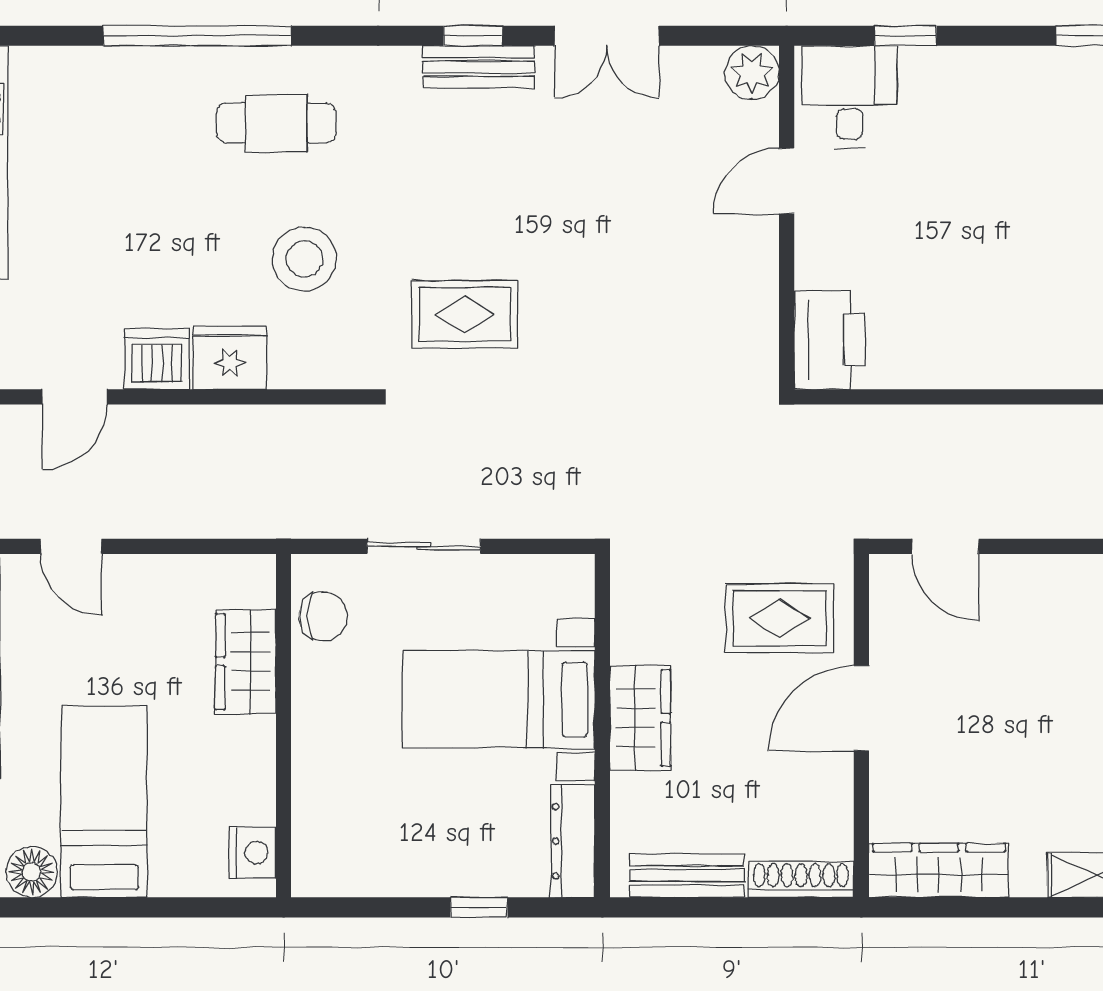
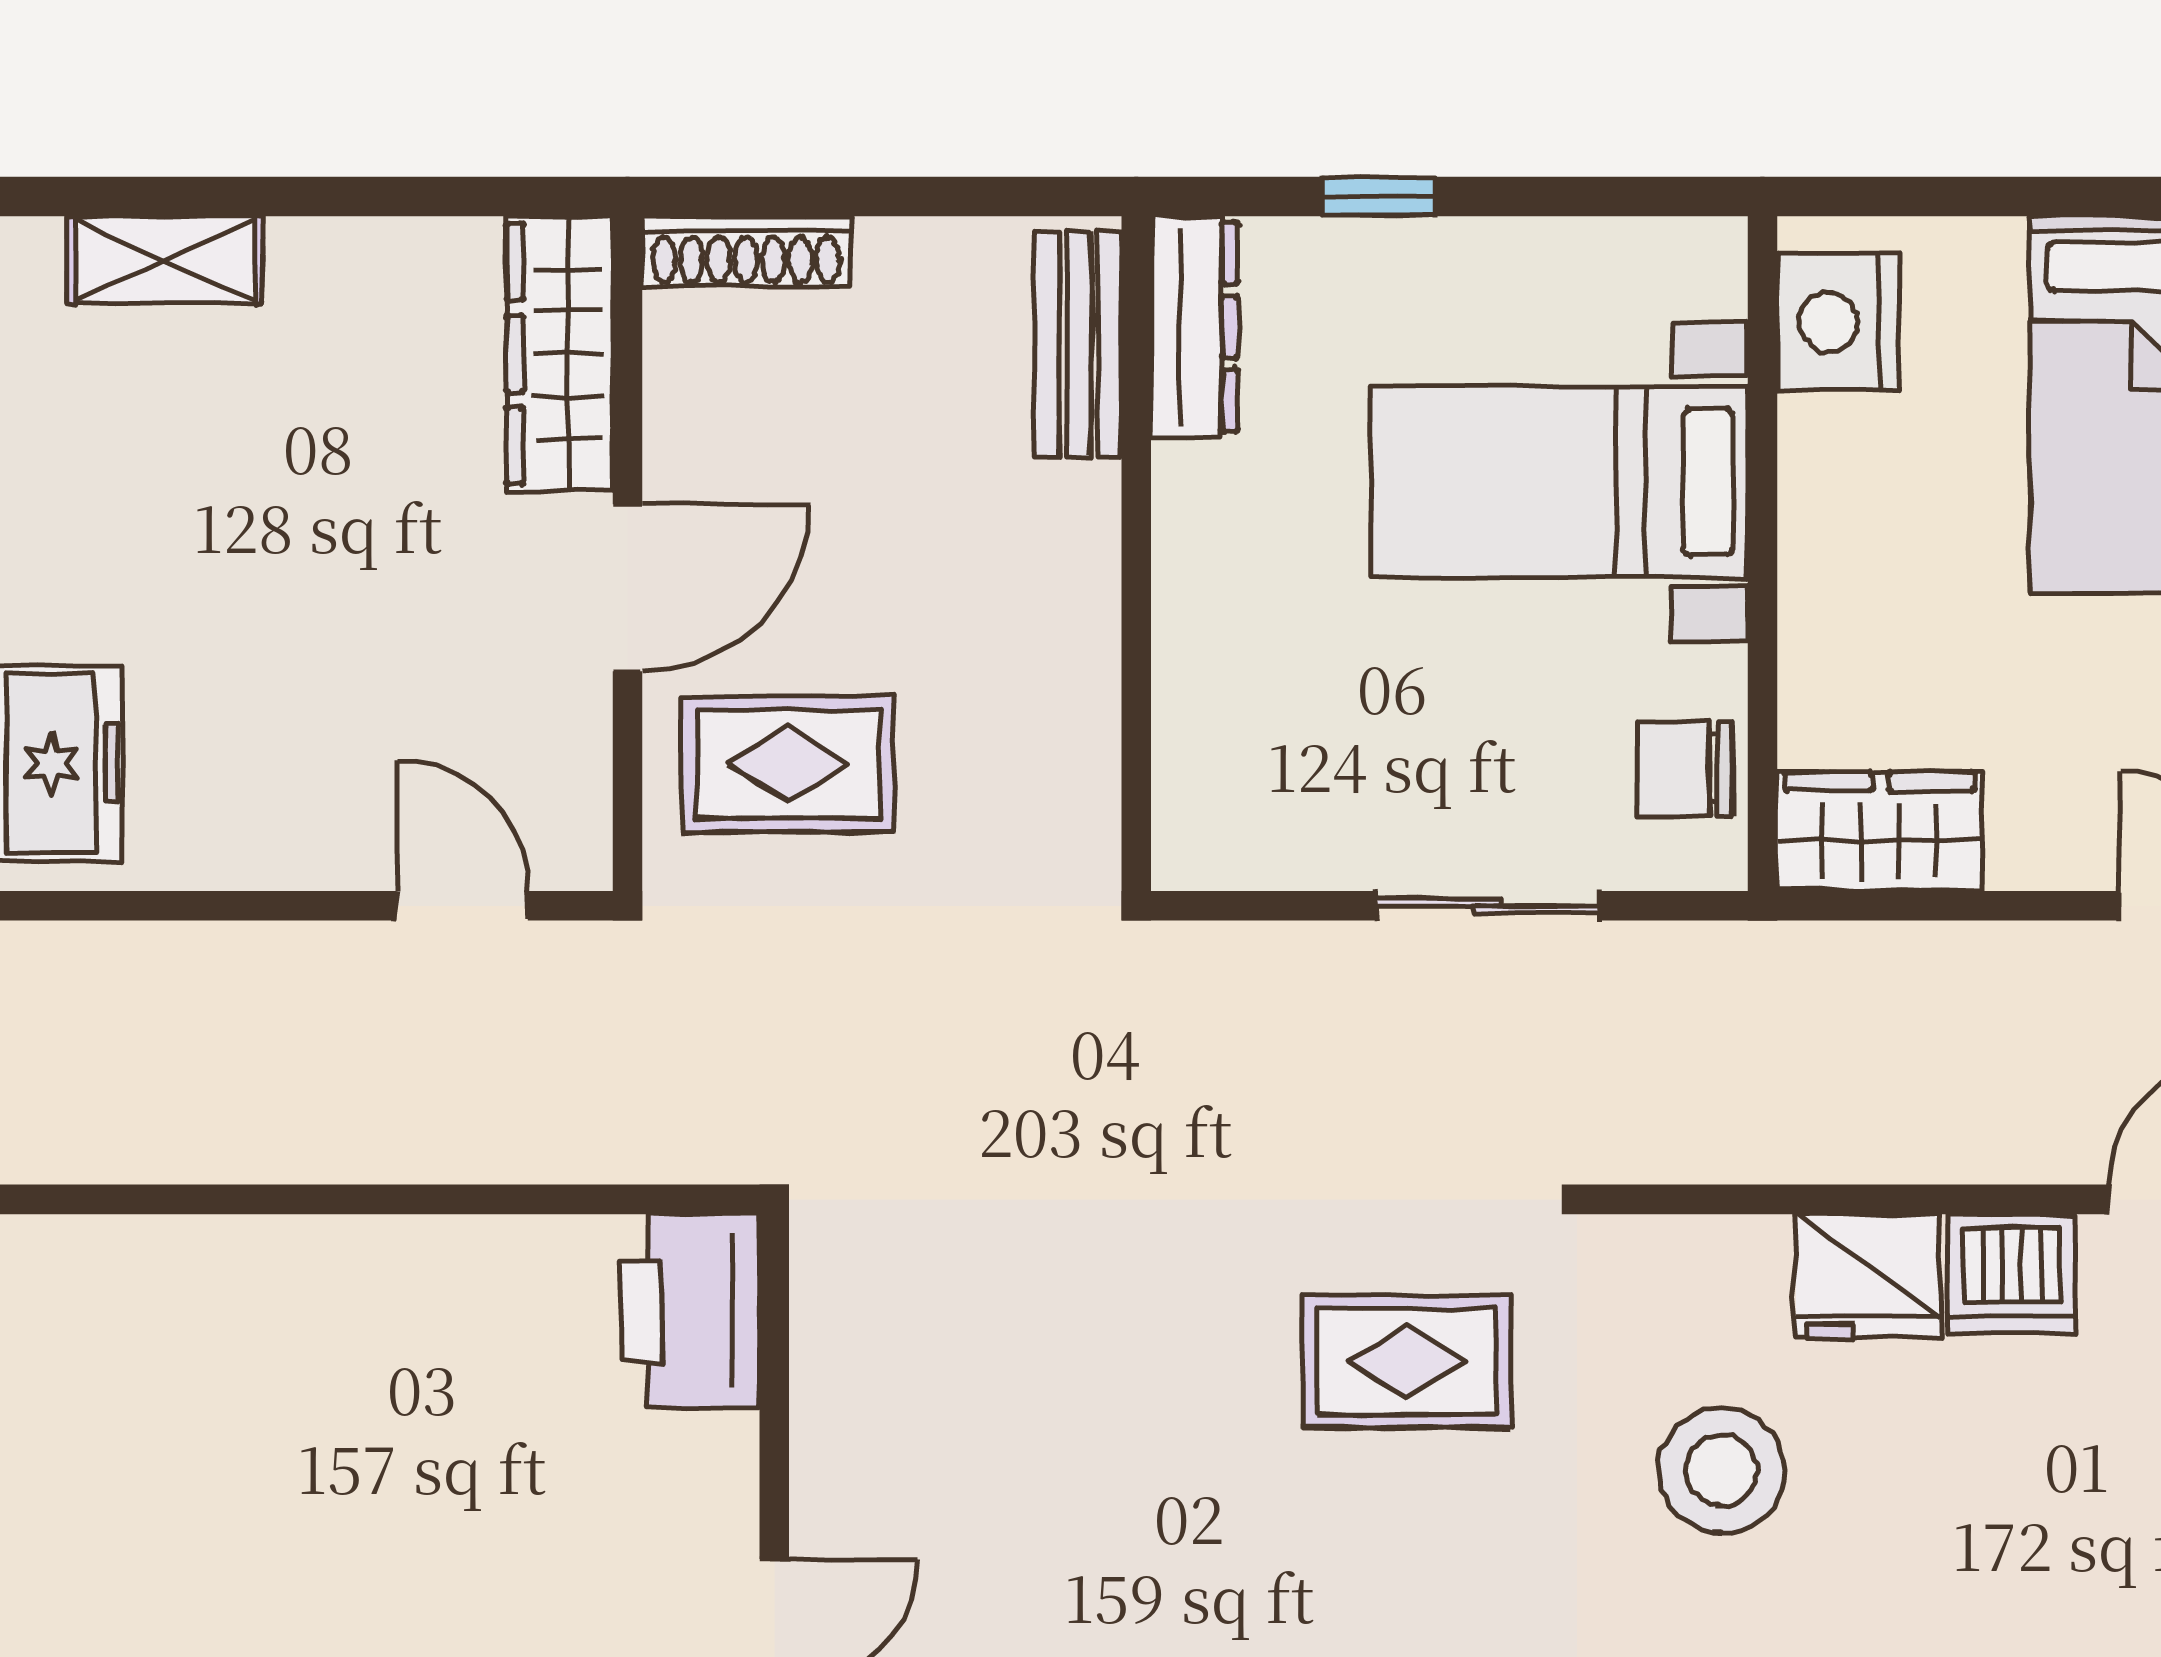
wardrobe: (246, 662) -> (1880, 832), moved, turned -90
bed with nightstands: (499, 699) -> (1559, 482), moved, turned 180
wardrobe: (640, 718) -> (1062, 569), removed
nightstand: (253, 853) -> (1838, 322), width x1.36, depth x1.33
wardrobe: (939, 870) -> (560, 354), moved, turned 90
bench: (687, 876) -> (1079, 345), moved, turned 90

